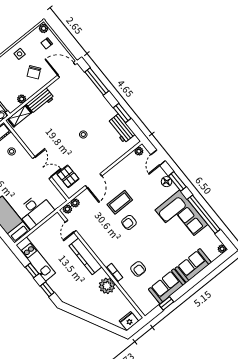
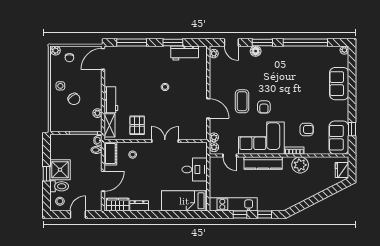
chair: (34, 72) -> (74, 99), moved
pallet: (68, 176) -> (137, 125), moved, turned 90
desk: (35, 211) -> (195, 169), width x0.73
corner sofa: (181, 217) -> (261, 138), moved, turned 180
sofa: (167, 286) -> (339, 138), moved

